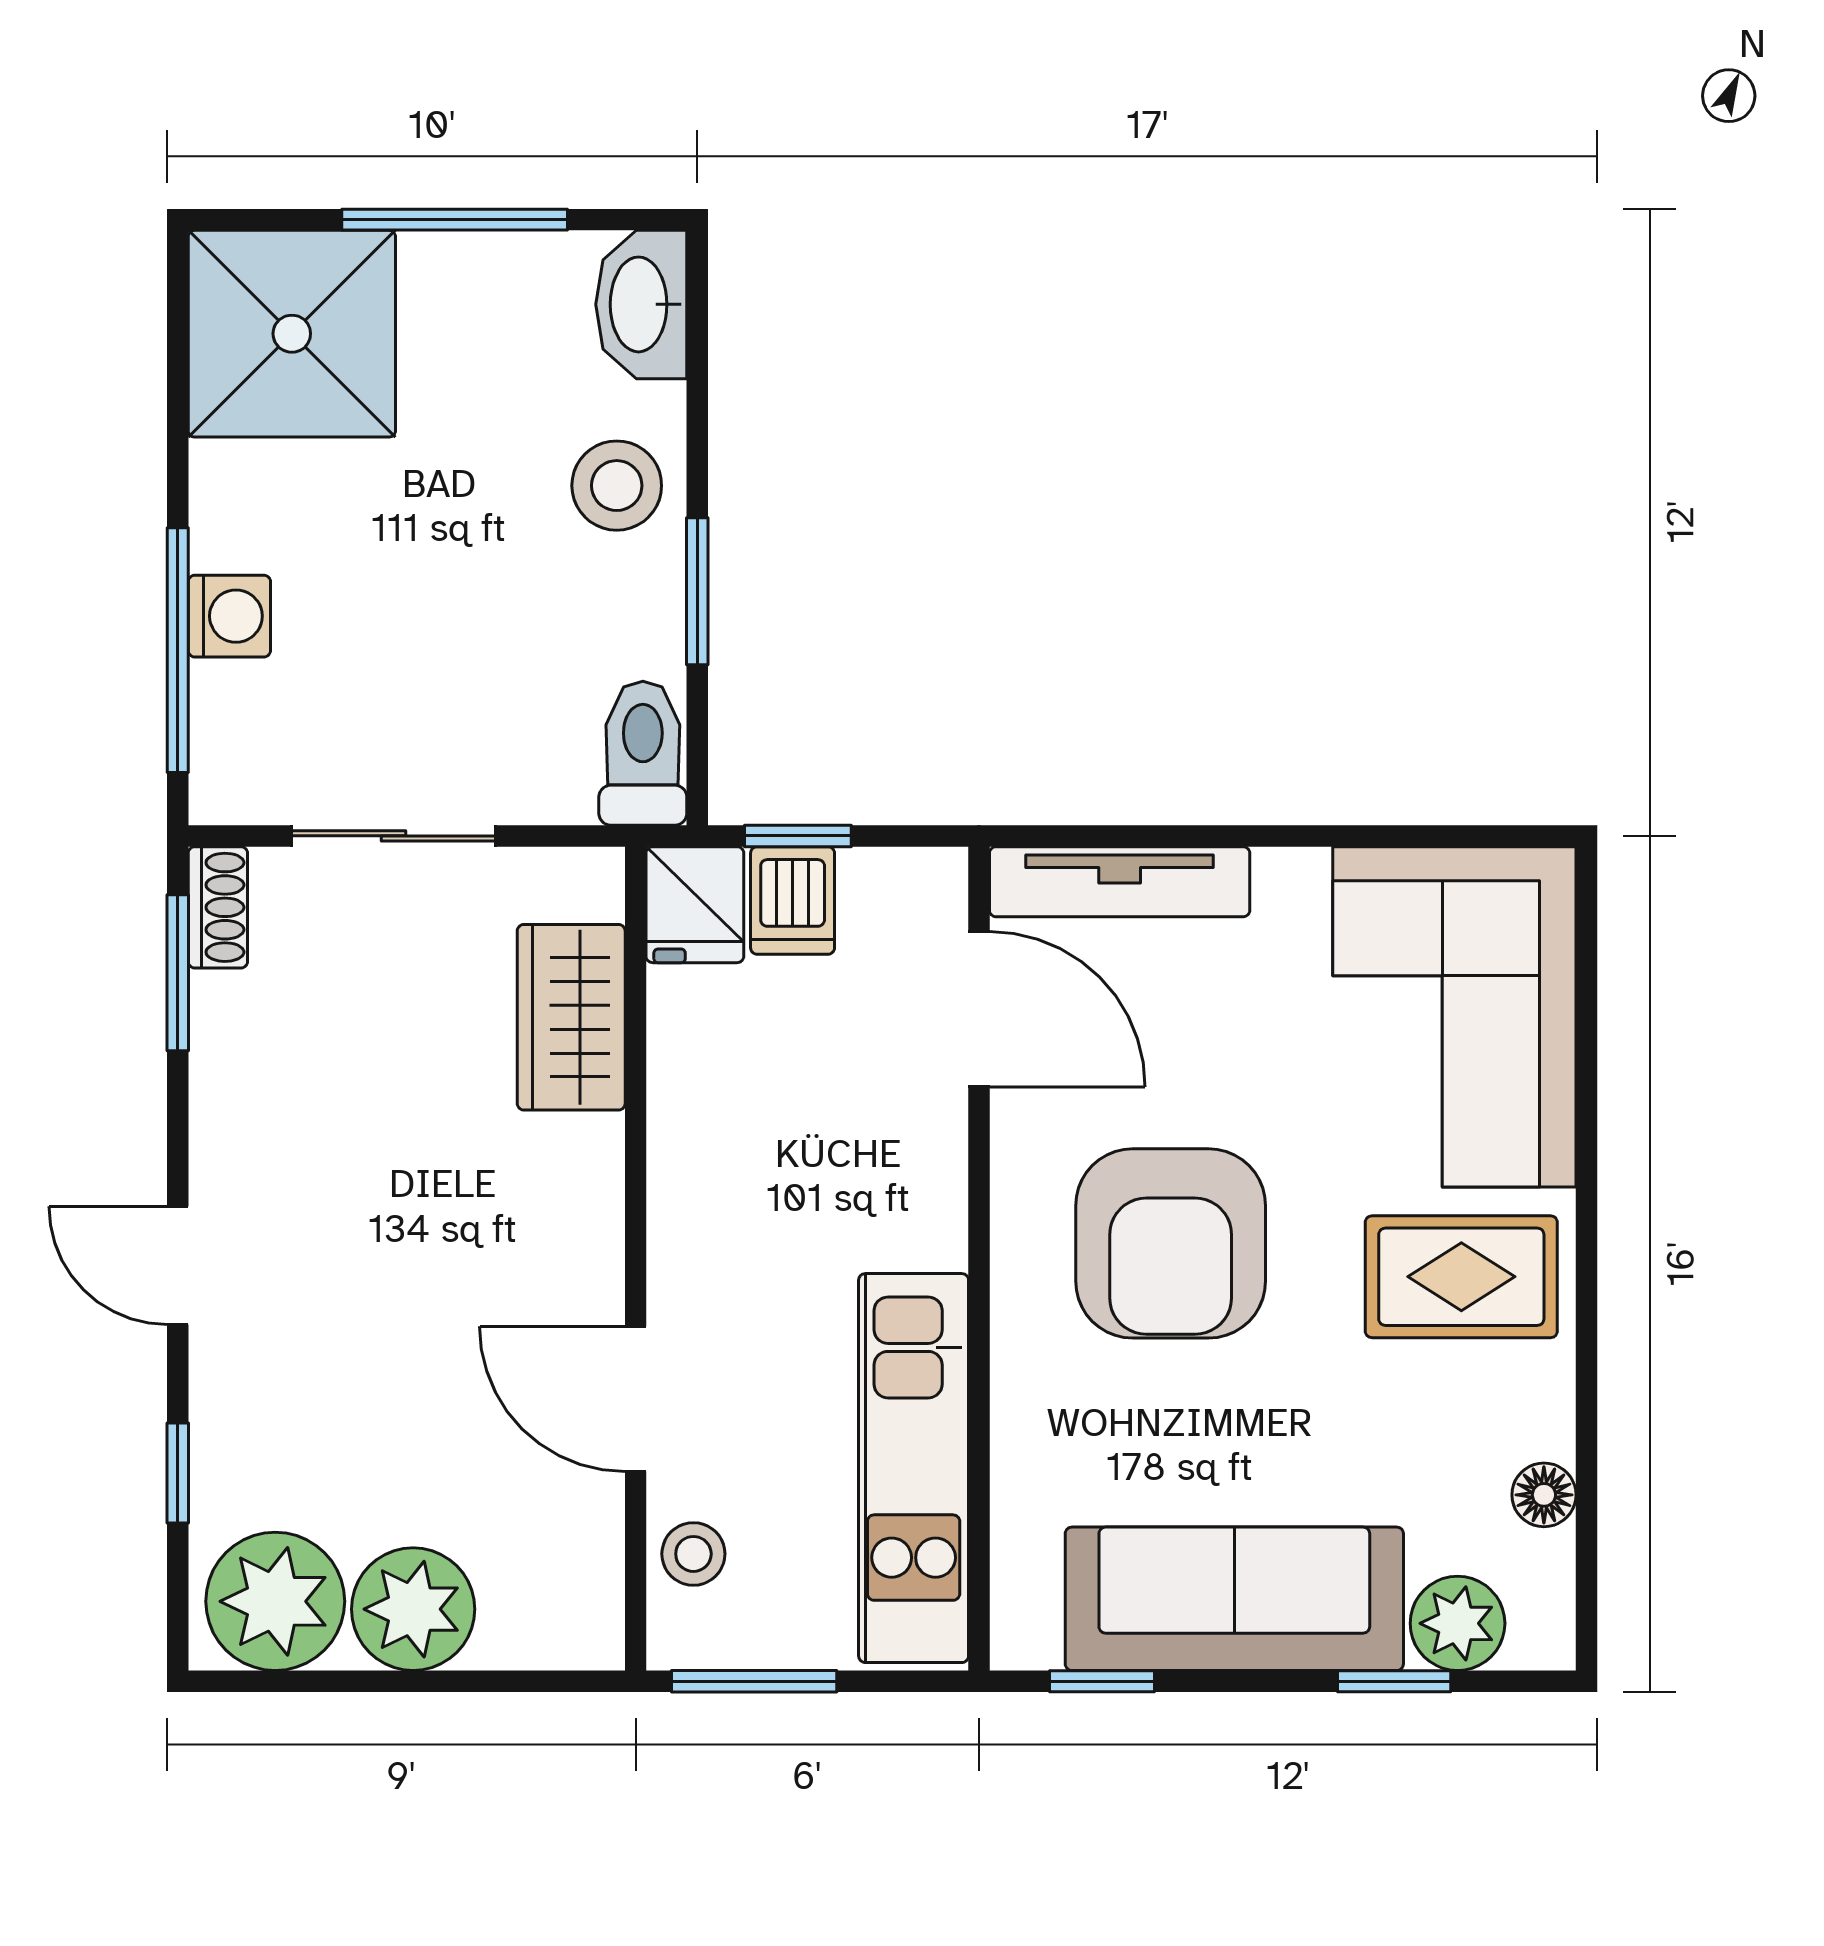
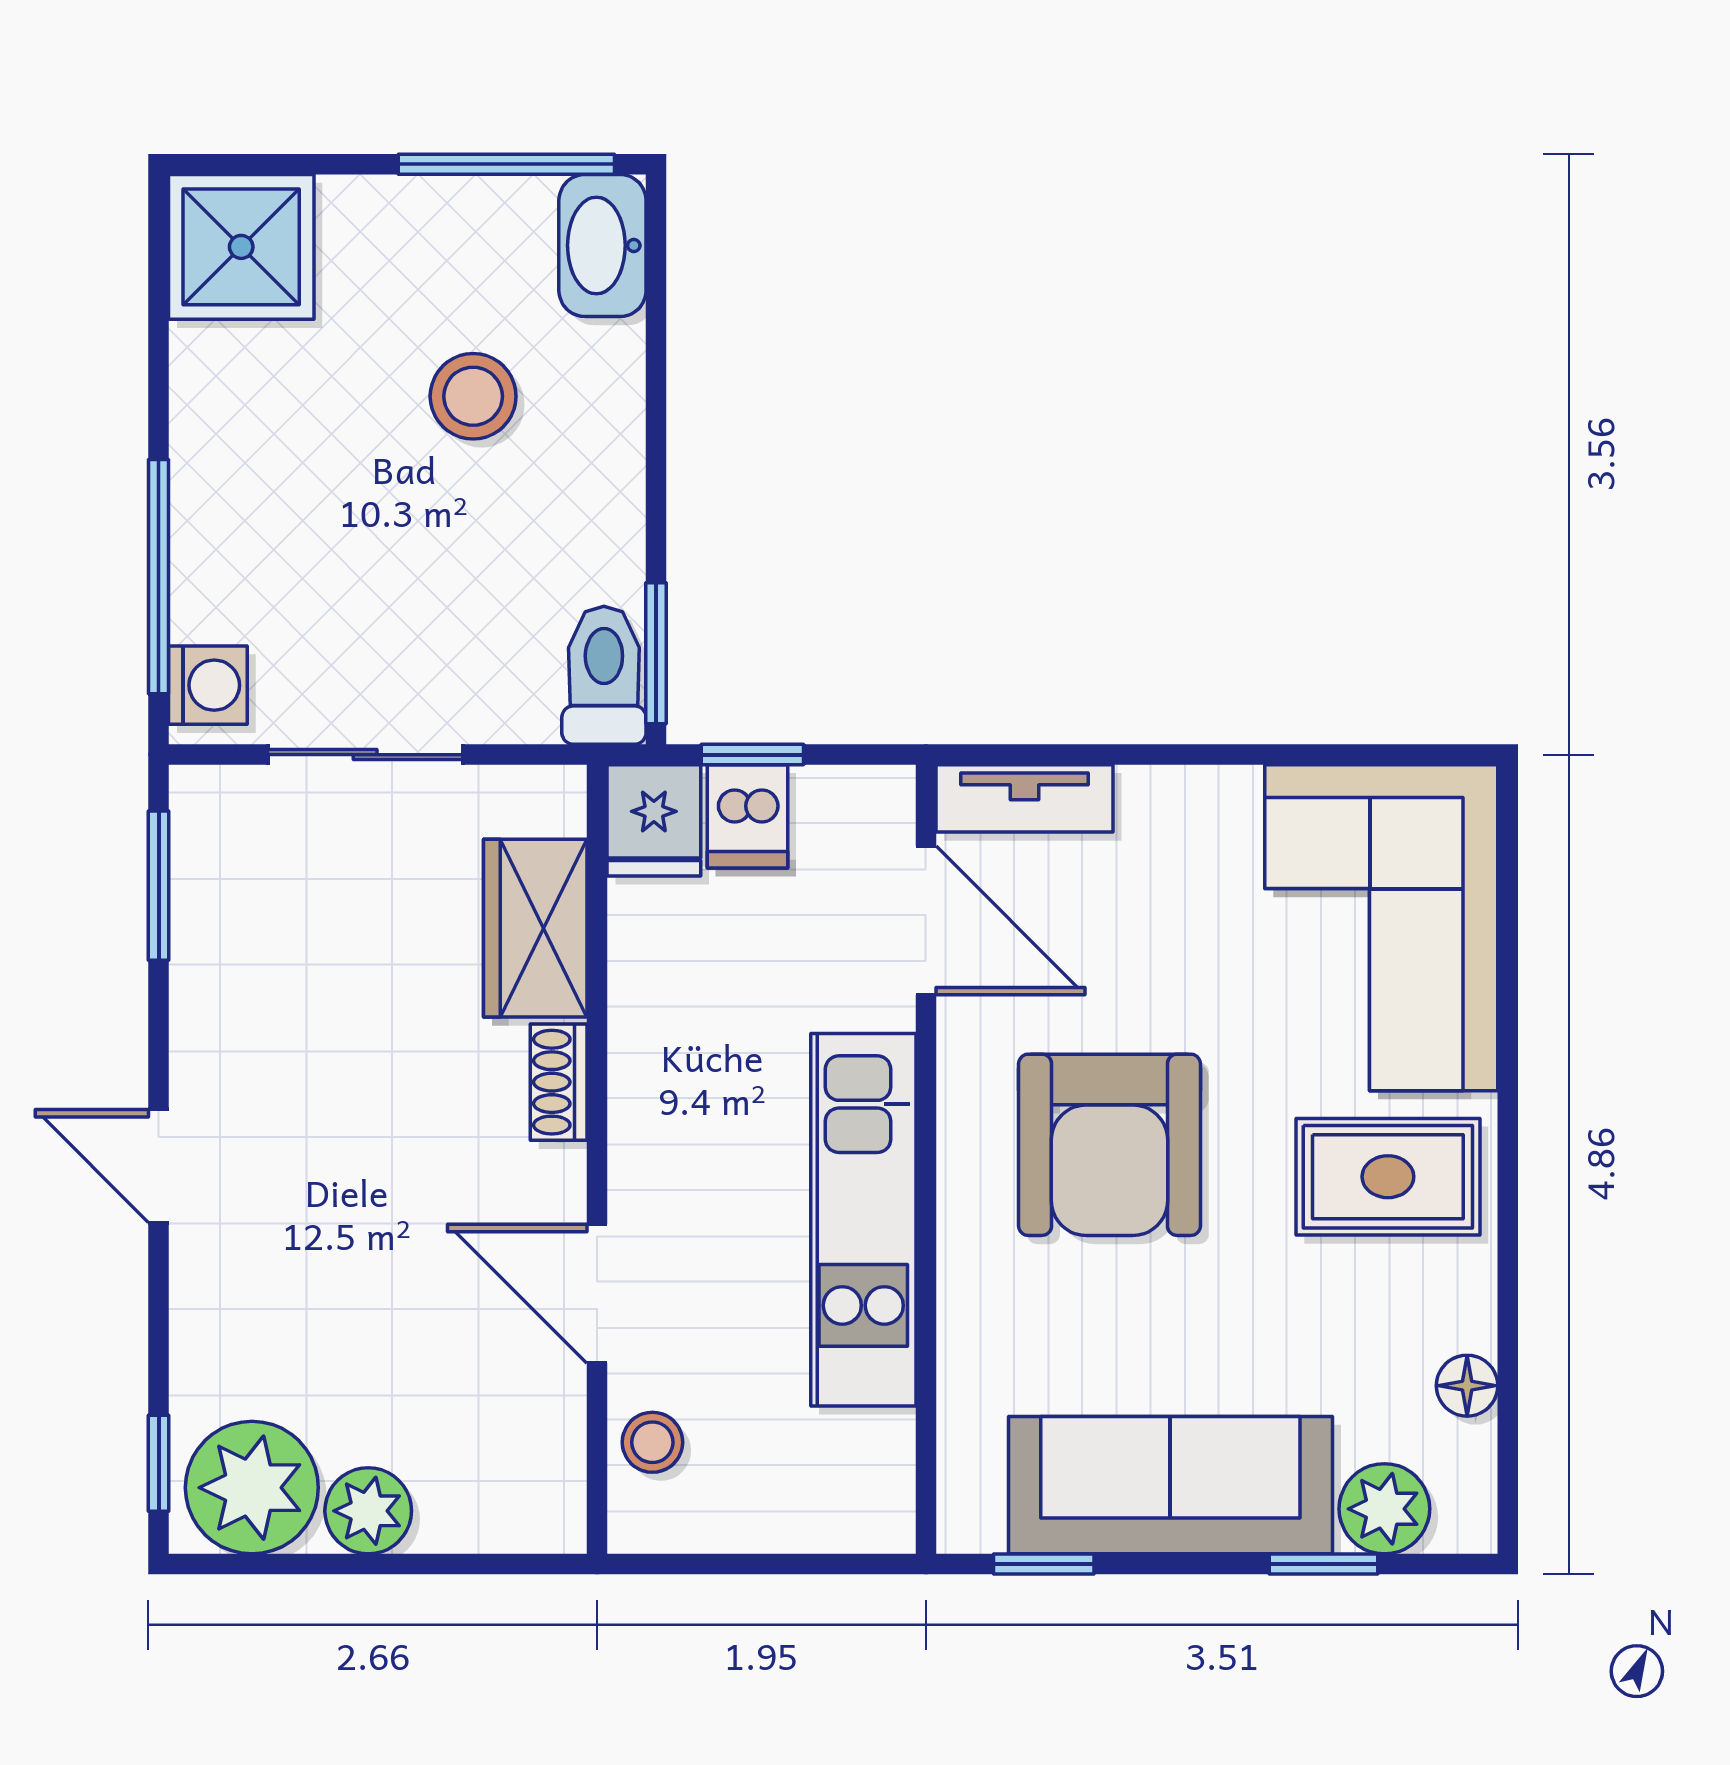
window: (455, 220) -> (506, 164), moved
shower: (292, 334) -> (241, 247), width x0.73, depth x0.73
stool: (617, 486) -> (473, 396), moved
window: (697, 591) -> (656, 653), moved
washing machine: (229, 616) -> (208, 685), moved
tv unit: (1120, 882) -> (1024, 798), width x0.71
shoe rack: (218, 907) -> (559, 1082), moved, turned 180
kitchen unit: (914, 1468) -> (863, 1220), moved
window: (178, 1473) -> (159, 1463), moved
plant: (413, 1609) -> (368, 1511), width x0.73, depth x0.73
window: (754, 1681) -> (711, 1564), removed

